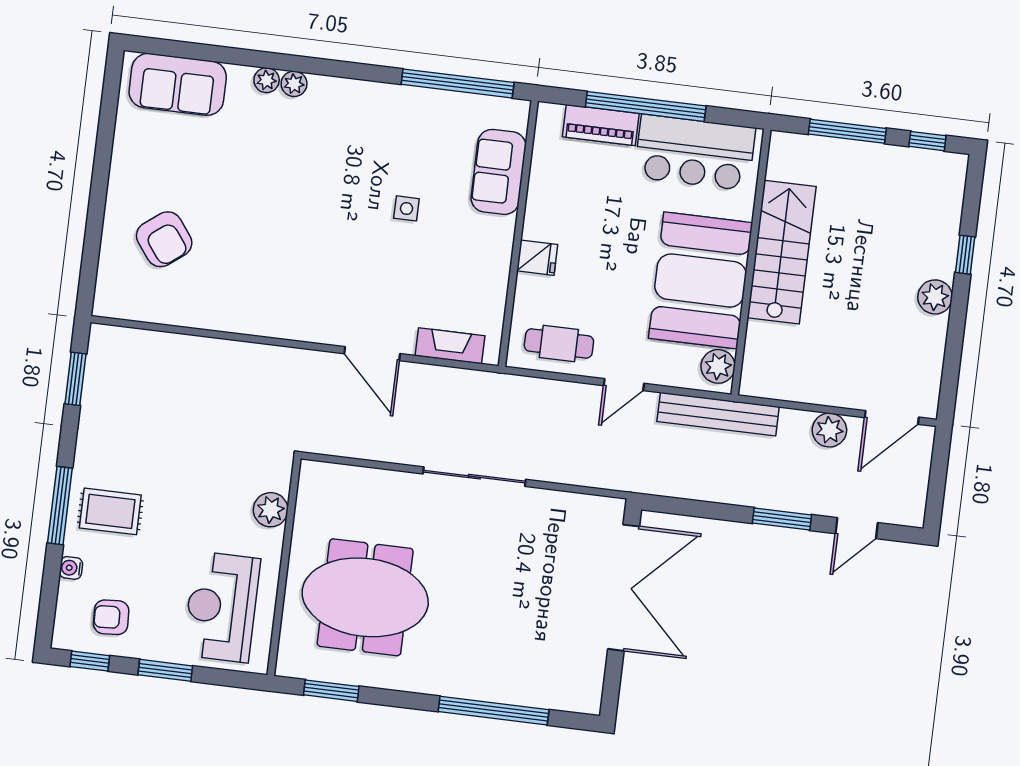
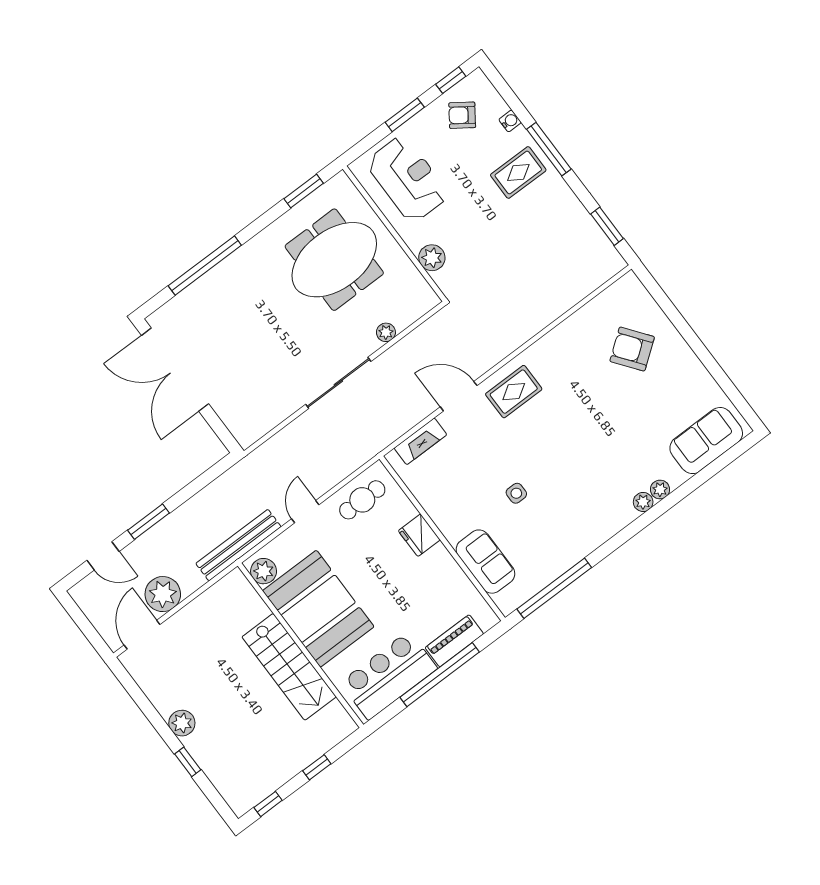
window: (847, 131) -> (317, 767), width x0.46
fridge: (537, 258) -> (419, 535), width x1.38
rug: (316, 307) -> (514, 392), added
plant: (829, 430) -> (163, 594), width x1.36, depth x1.36
plant: (383, 481) -> (386, 332), added
door: (857, 528) -> (103, 556), swing flipped
double door: (624, 588) -> (175, 370), moved
armchair: (111, 617) -> (462, 115), turned -142

